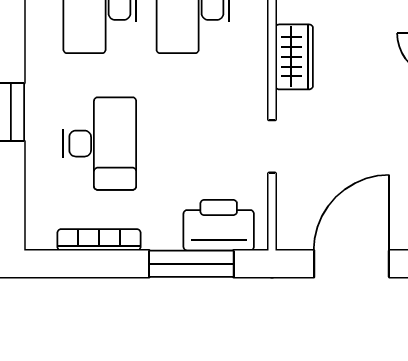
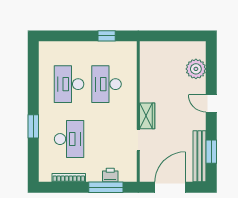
wardrobe: (294, 57) -> (147, 116), moved
printer: (219, 225) -> (110, 175), width x0.53, depth x0.68

